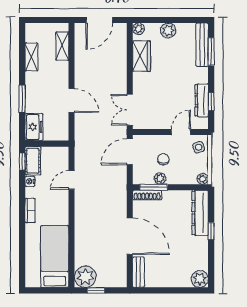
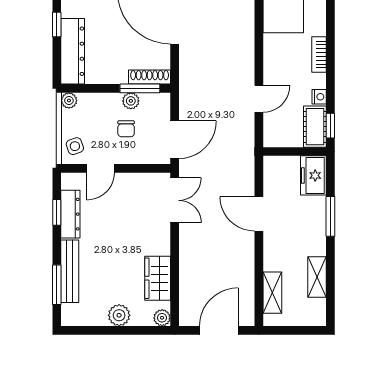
bench: (202, 45) -> (70, 271), moved

